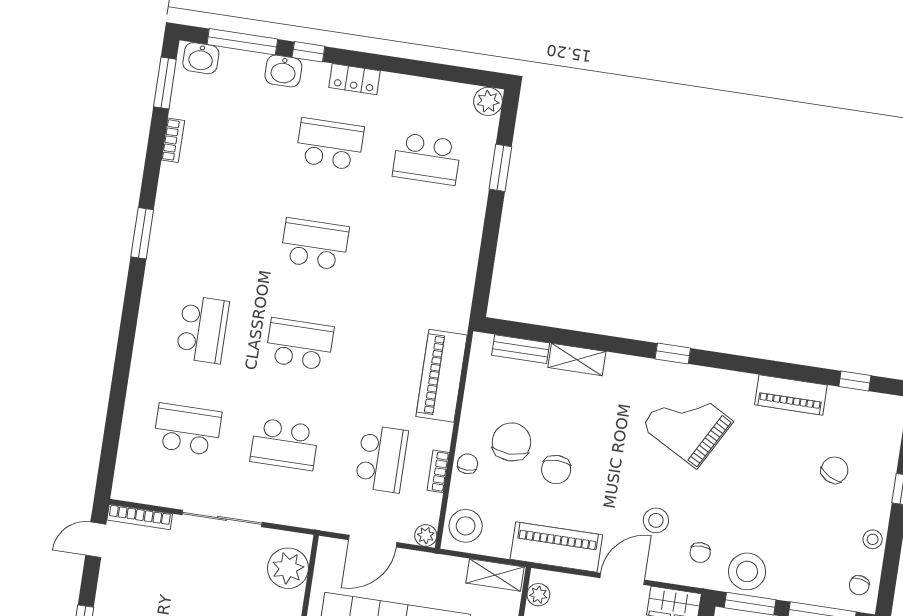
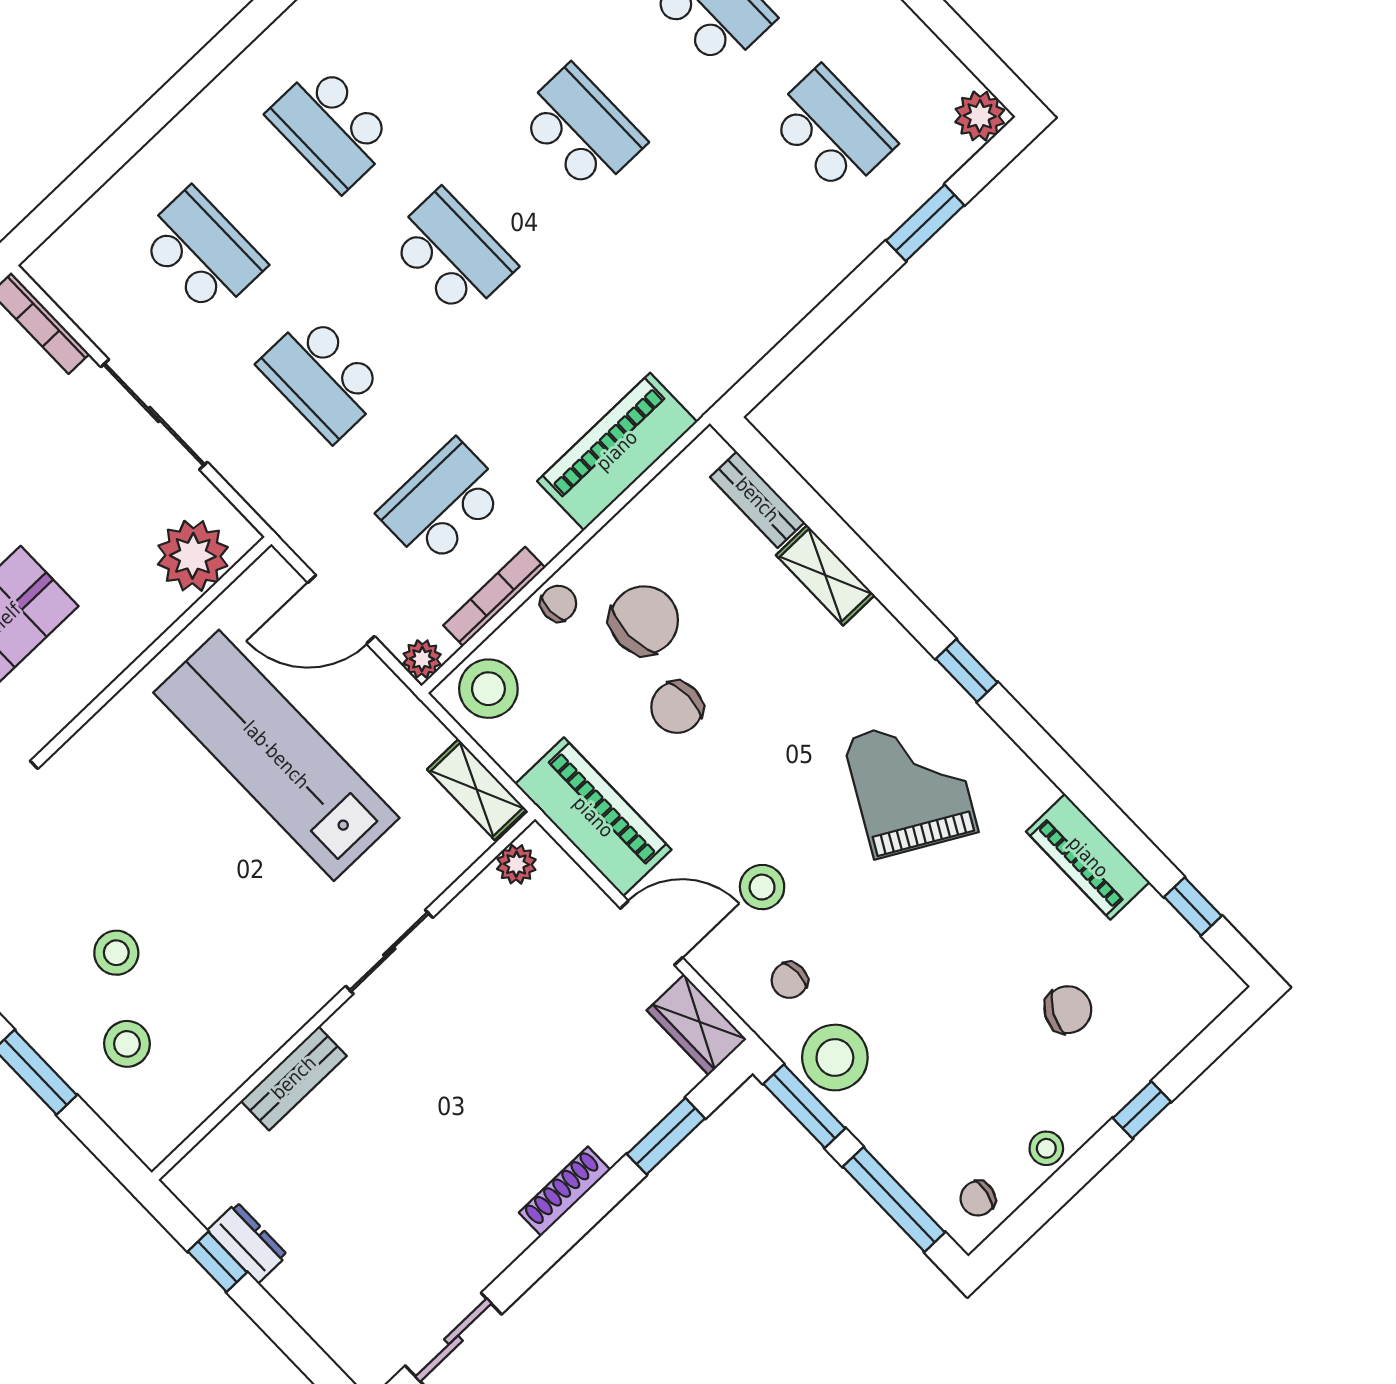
school desk: (427, 159) -> (832, 130), turned 180
school desk: (203, 329) -> (331, 128), turned 90
school desk: (381, 459) -> (443, 503), turned 180
bookcase: (438, 471) -> (494, 596), width x1.56

